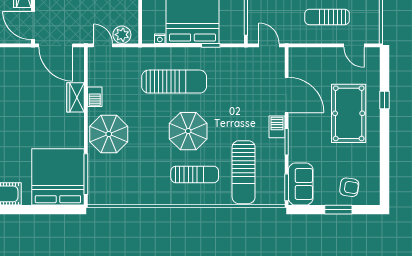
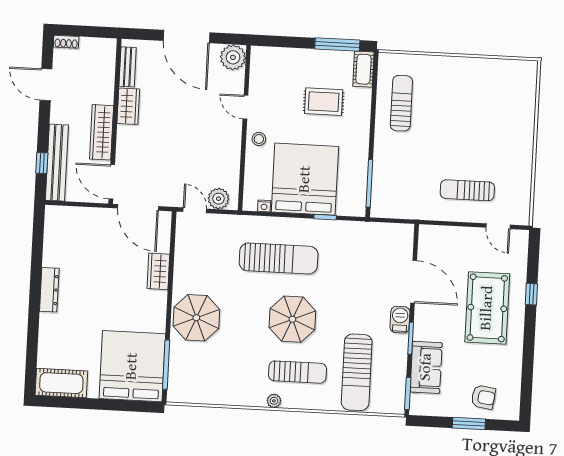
door: (269, 45) -> (395, 221), removed
barbecue: (95, 97) -> (182, 272), removed
sofa: (301, 184) -> (426, 367), moved
plant: (176, 199) -> (274, 401), added

